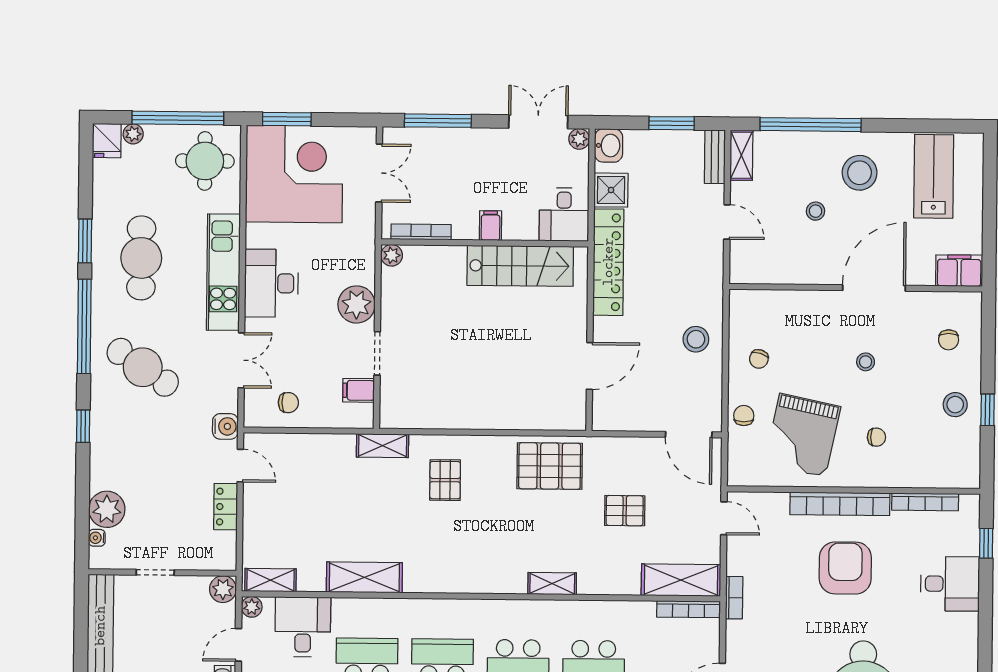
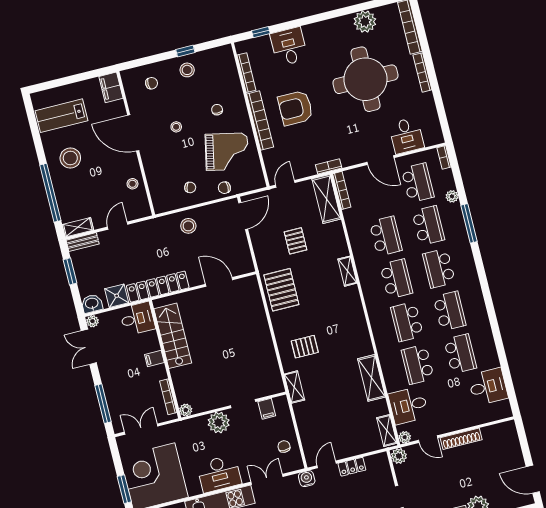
stool: (816, 211) -> (132, 184), moved

